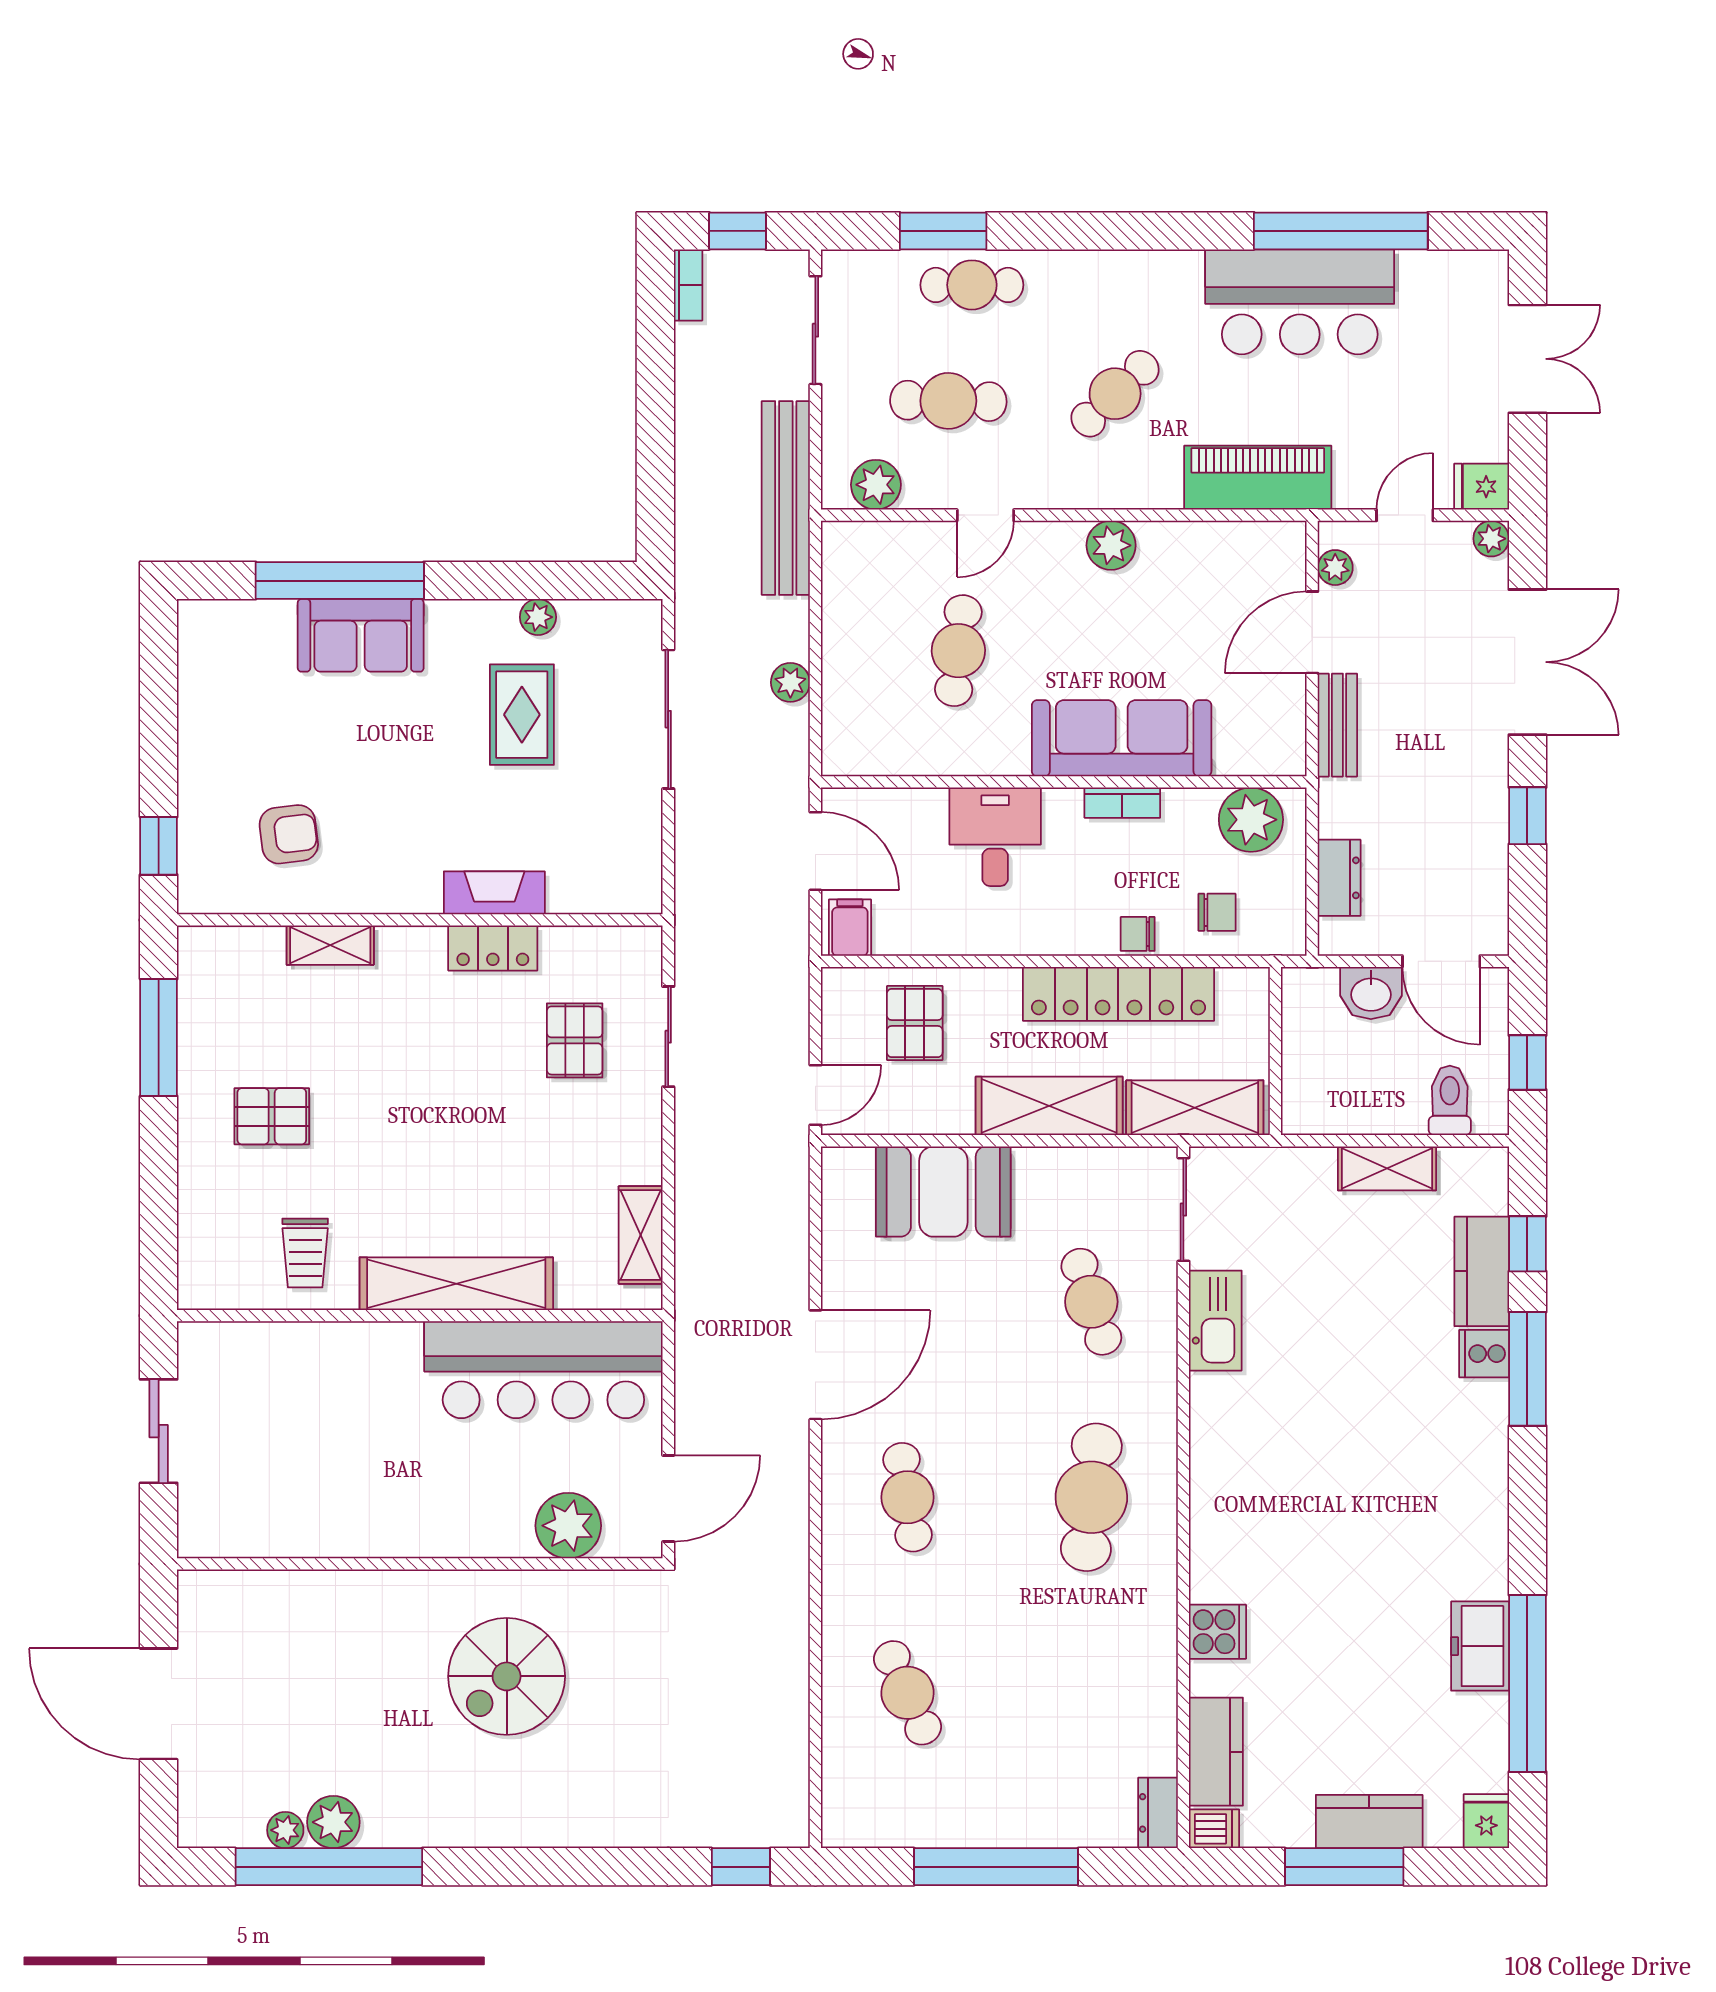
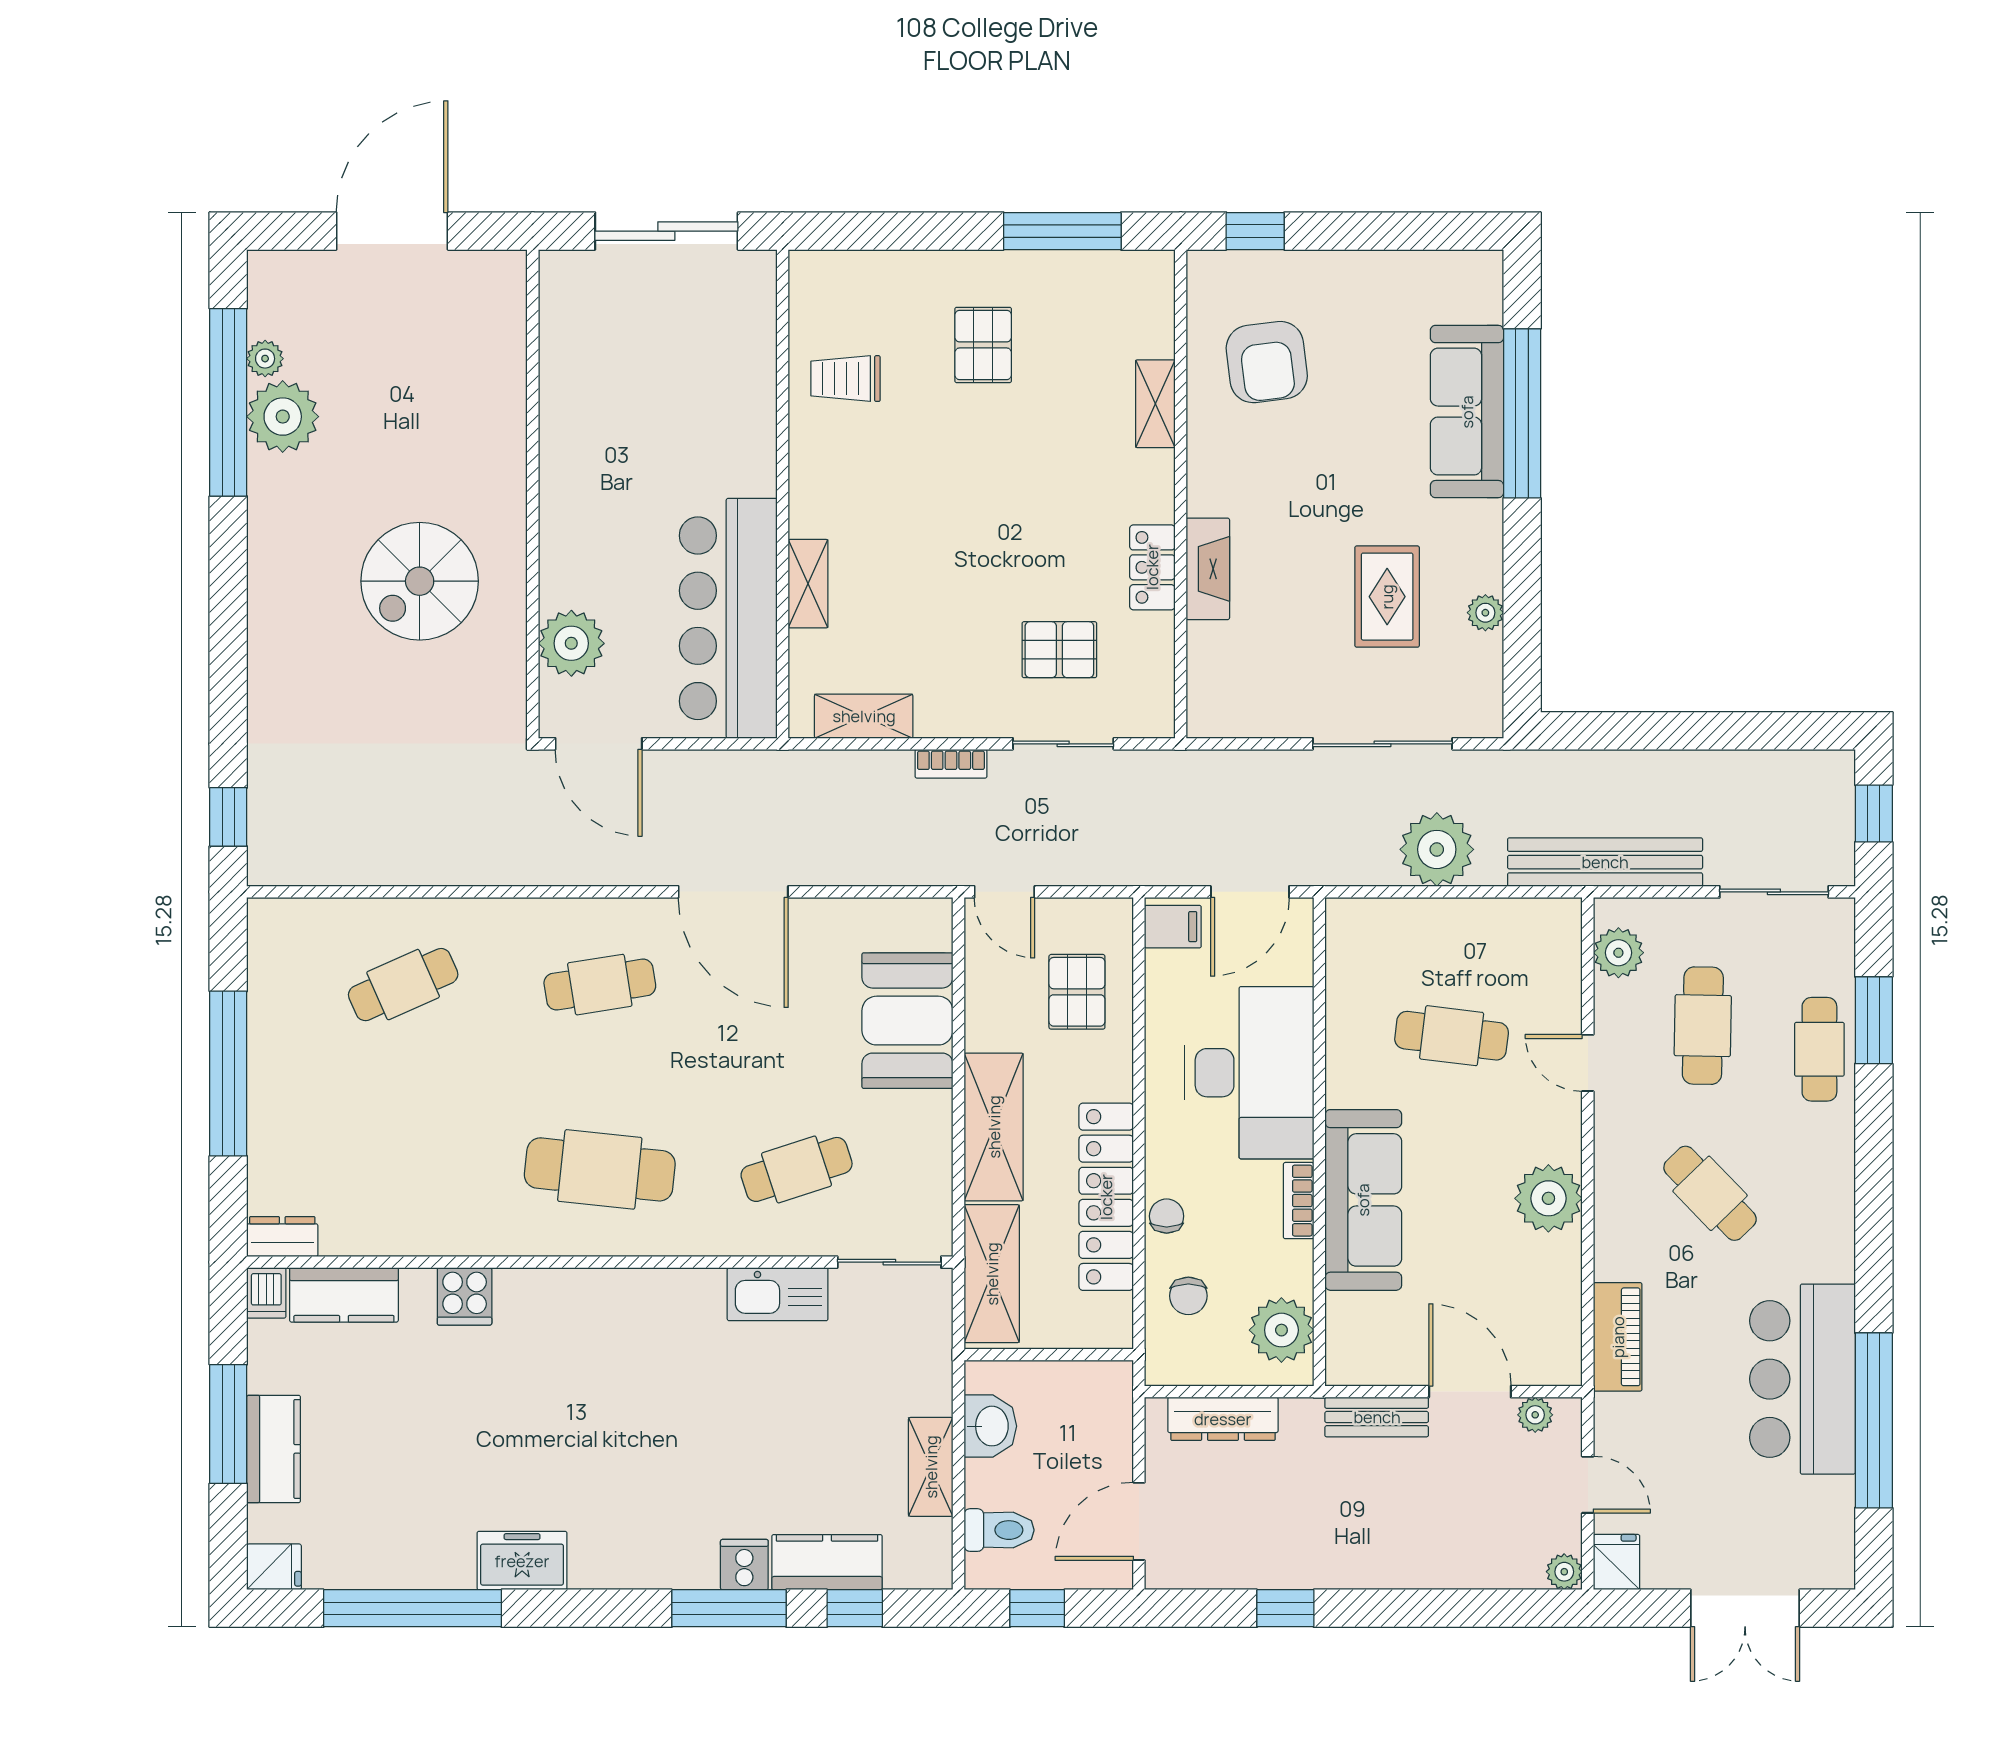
bookcase: (688, 285) -> (951, 764), moved
piano: (1258, 478) -> (1618, 1337), width x0.73, depth x0.75
plant: (1111, 545) -> (1548, 1198), width x1.36, depth x1.36
sofa: (361, 635) -> (1467, 412), width x1.36
double door: (1527, 662) -> (1440, 1608), removed
plant: (790, 682) -> (1437, 849), width x1.87, depth x1.87
rug: (522, 715) -> (1387, 597), turned 90
armchair: (289, 834) -> (1267, 362), width x1.38, depth x1.38
desk: (995, 837) -> (1249, 1073), width x1.87, depth x1.30
dresser: (1339, 878) -> (1223, 1419), width x1.44
washbasin: (1371, 993) -> (990, 1426), moved, turned 180
pallet: (915, 1023) -> (1077, 992), turned 90
shelving: (456, 1284) -> (808, 584), width x0.45, depth x0.75
sliding door: (159, 1431) -> (666, 231), width x1.37
freezer: (1480, 1646) -> (522, 1561), moved
spiral stairs: (507, 1676) -> (420, 581), turned -90
plant: (333, 1822) -> (283, 417), width x1.36, depth x1.36

